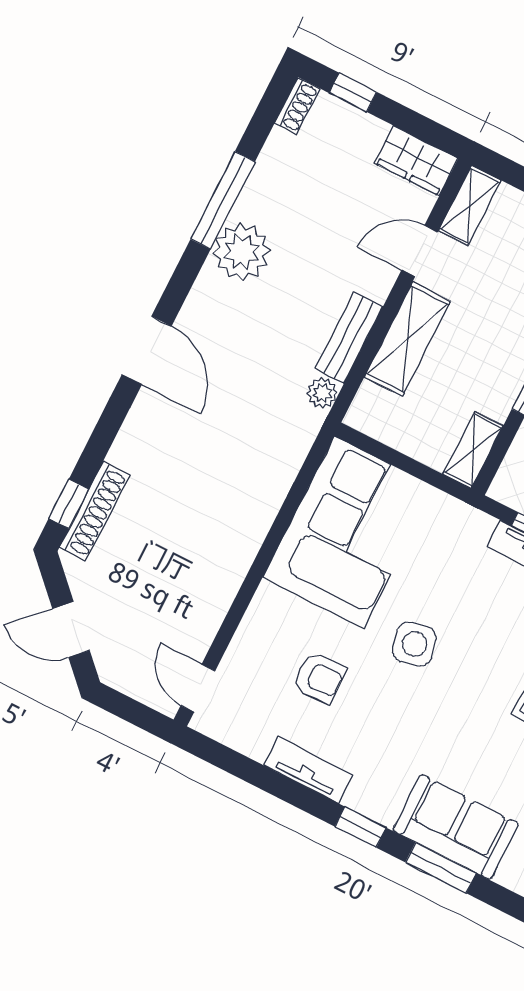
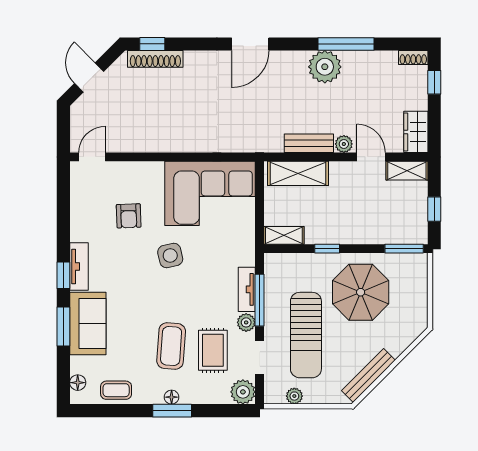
shelving: (407, 339) -> (298, 173), moved
plant: (322, 393) -> (344, 144), moved
tv unit: (308, 770) -> (79, 266), moved

